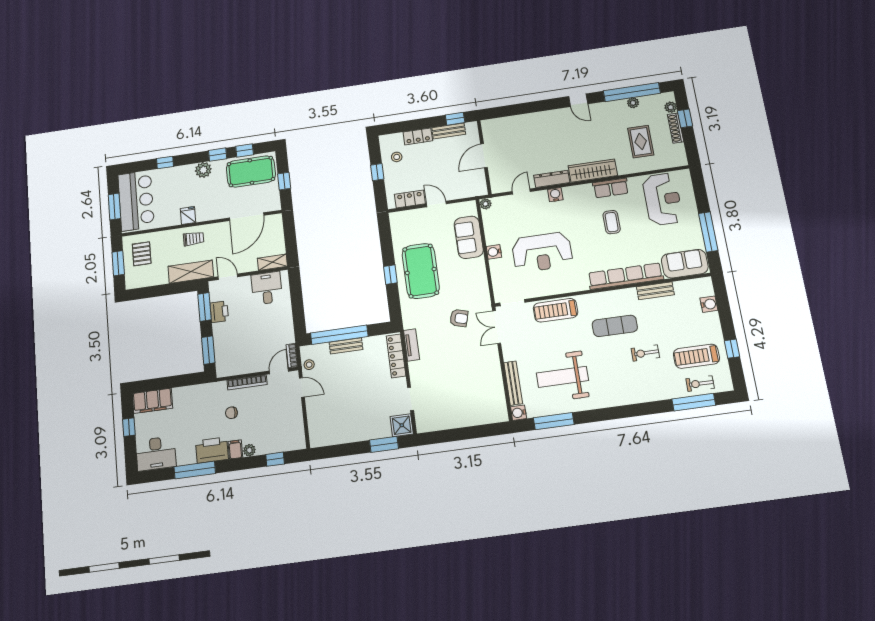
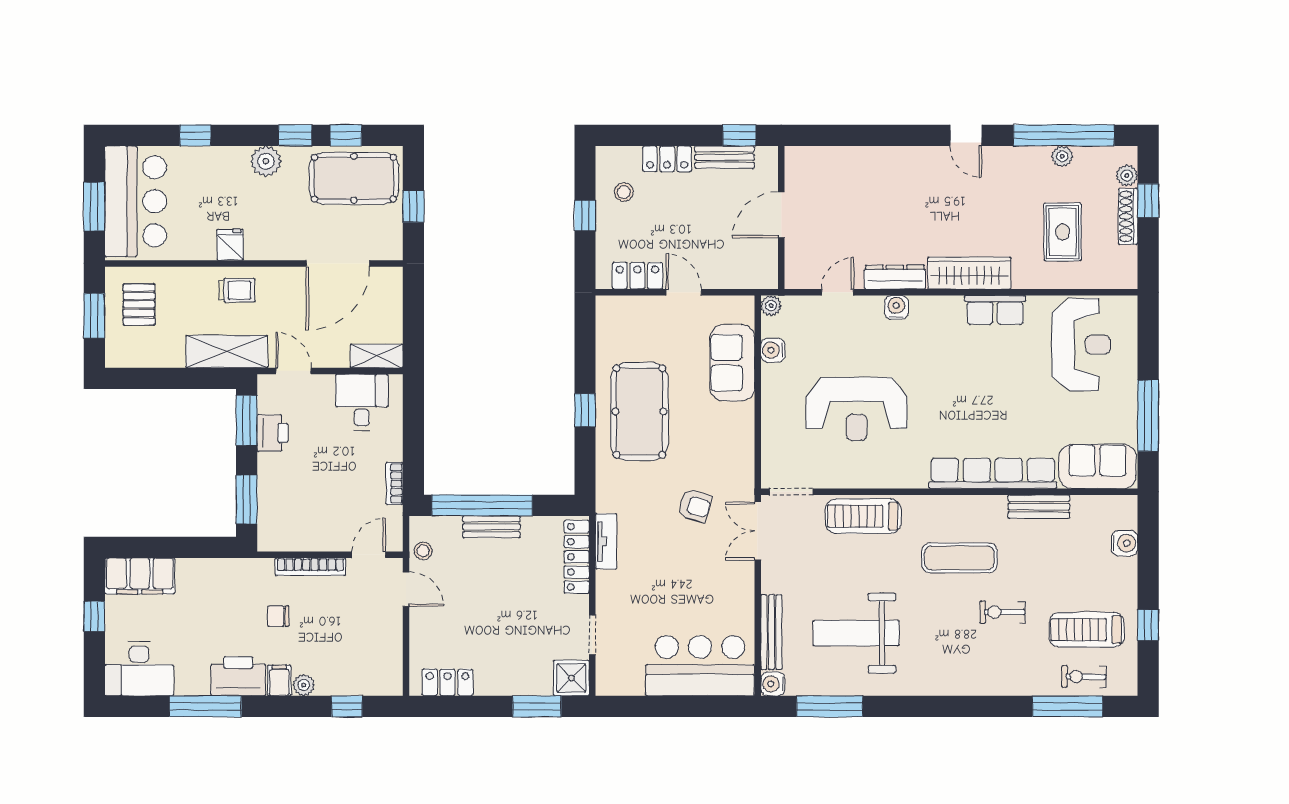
coffee table: (612, 222) -> (986, 373), removed
water cooler: (494, 252) -> (773, 350), moved
bookcase: (292, 356) -> (394, 483), moved
bar counter: (475, 408) -> (700, 666), added
locker: (331, 437) -> (448, 682), added

